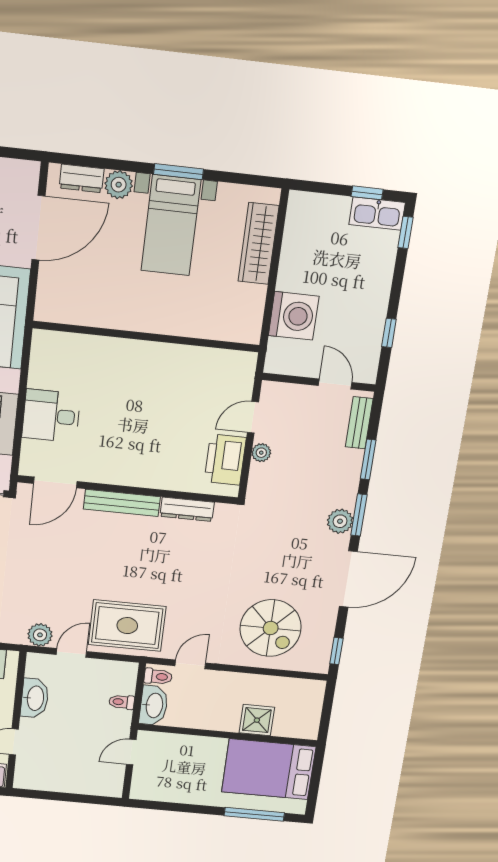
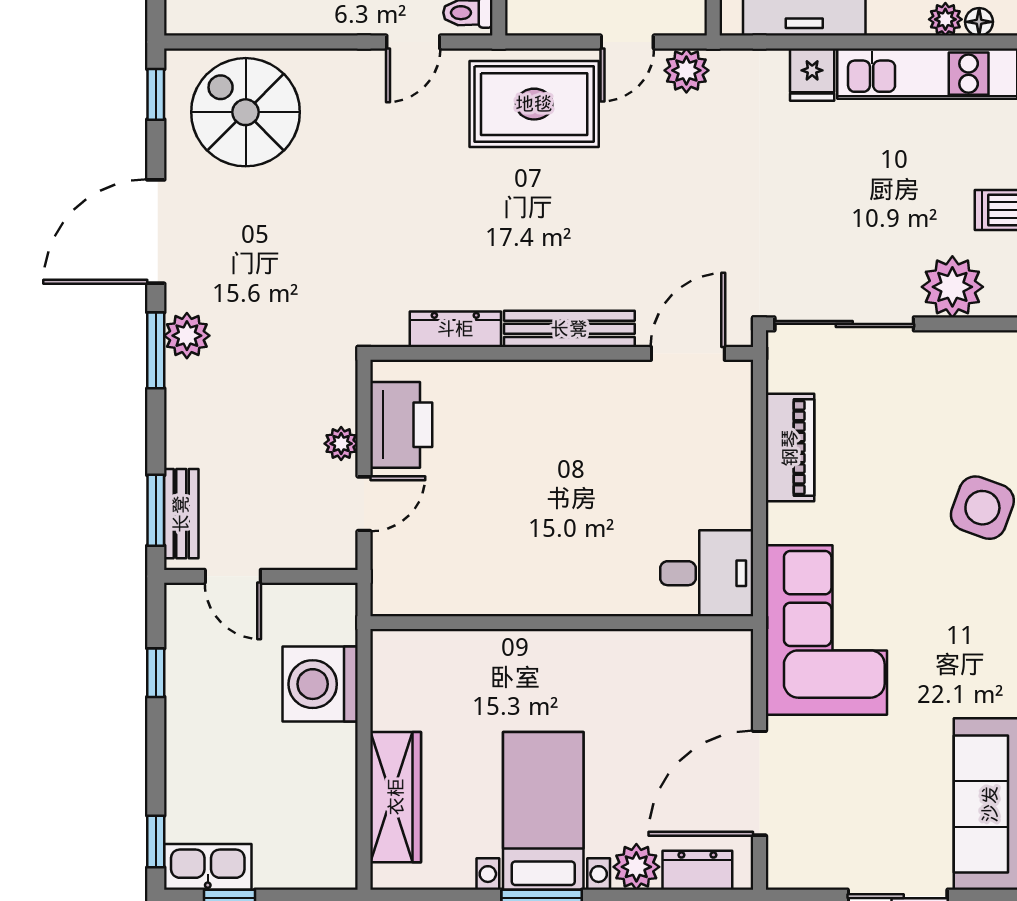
desk: (51, 416) -> (707, 573), moved
window: (368, 459) -> (156, 510), moved
spiral stairs: (271, 628) -> (246, 112), moved

